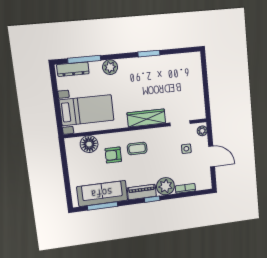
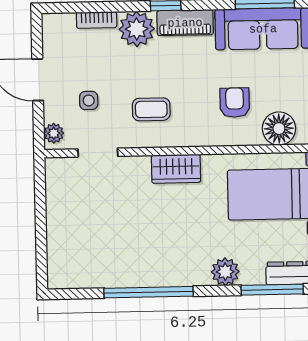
window: (149, 54) -> (149, 292), width x2.11
wardrobe: (146, 118) -> (176, 169), width x0.67
coffee table: (137, 148) -> (151, 109), moved
armchair: (113, 155) -> (235, 103), turned -90

